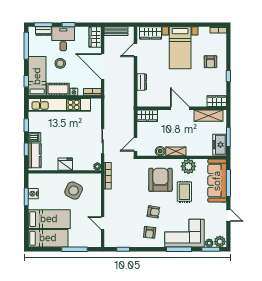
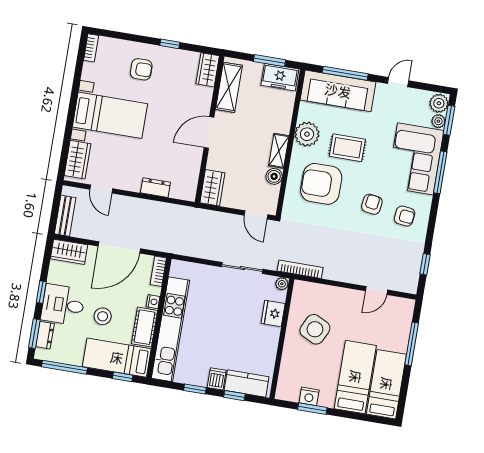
fridge: (65, 164) -> (273, 313), moved

